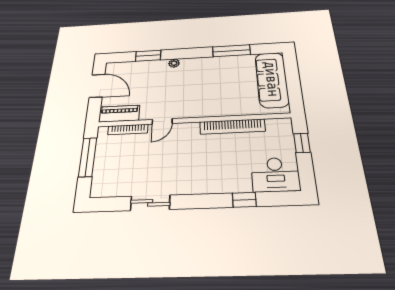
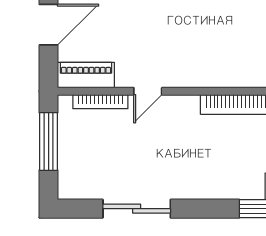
door: (97, 86) -> (49, 25), hinge flipped
sliding door: (150, 203) -> (137, 209), width x1.37

